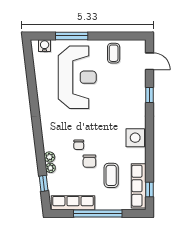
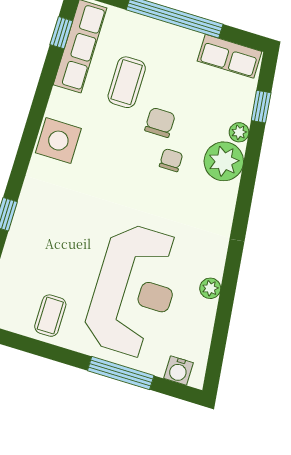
reception desk: (77, 77) -> (134, 291), turned 180
plant: (41, 89) -> (210, 288), added
plant: (49, 157) -> (224, 161), width x1.87, depth x1.87
row of seats: (73, 203) -> (230, 56), width x0.68

